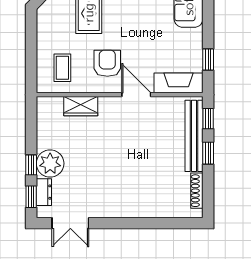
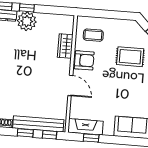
armchair: (107, 63) -> (84, 60), moved
fireplace: (179, 83) -> (86, 127), moved, turned -90
door: (136, 95) -> (70, 86), hinge flipped

